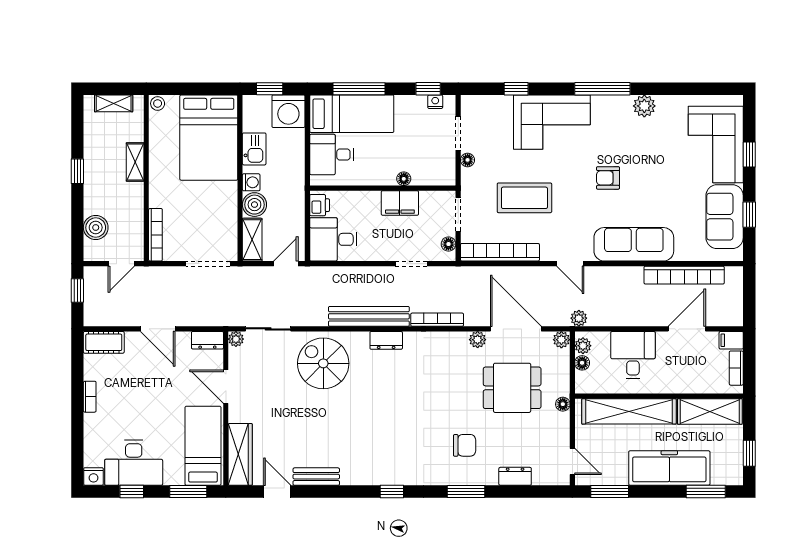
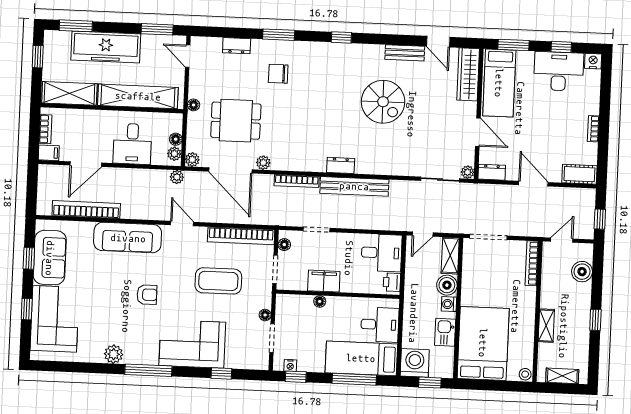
spiral stairs: (323, 363) -> (383, 102), moved

